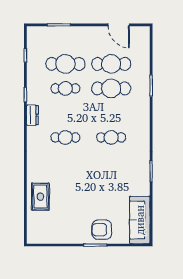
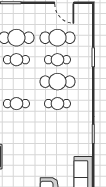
cafe table: (111, 88) -> (57, 60), width x0.73, depth x0.74
cafe table: (111, 113) -> (57, 82), added

